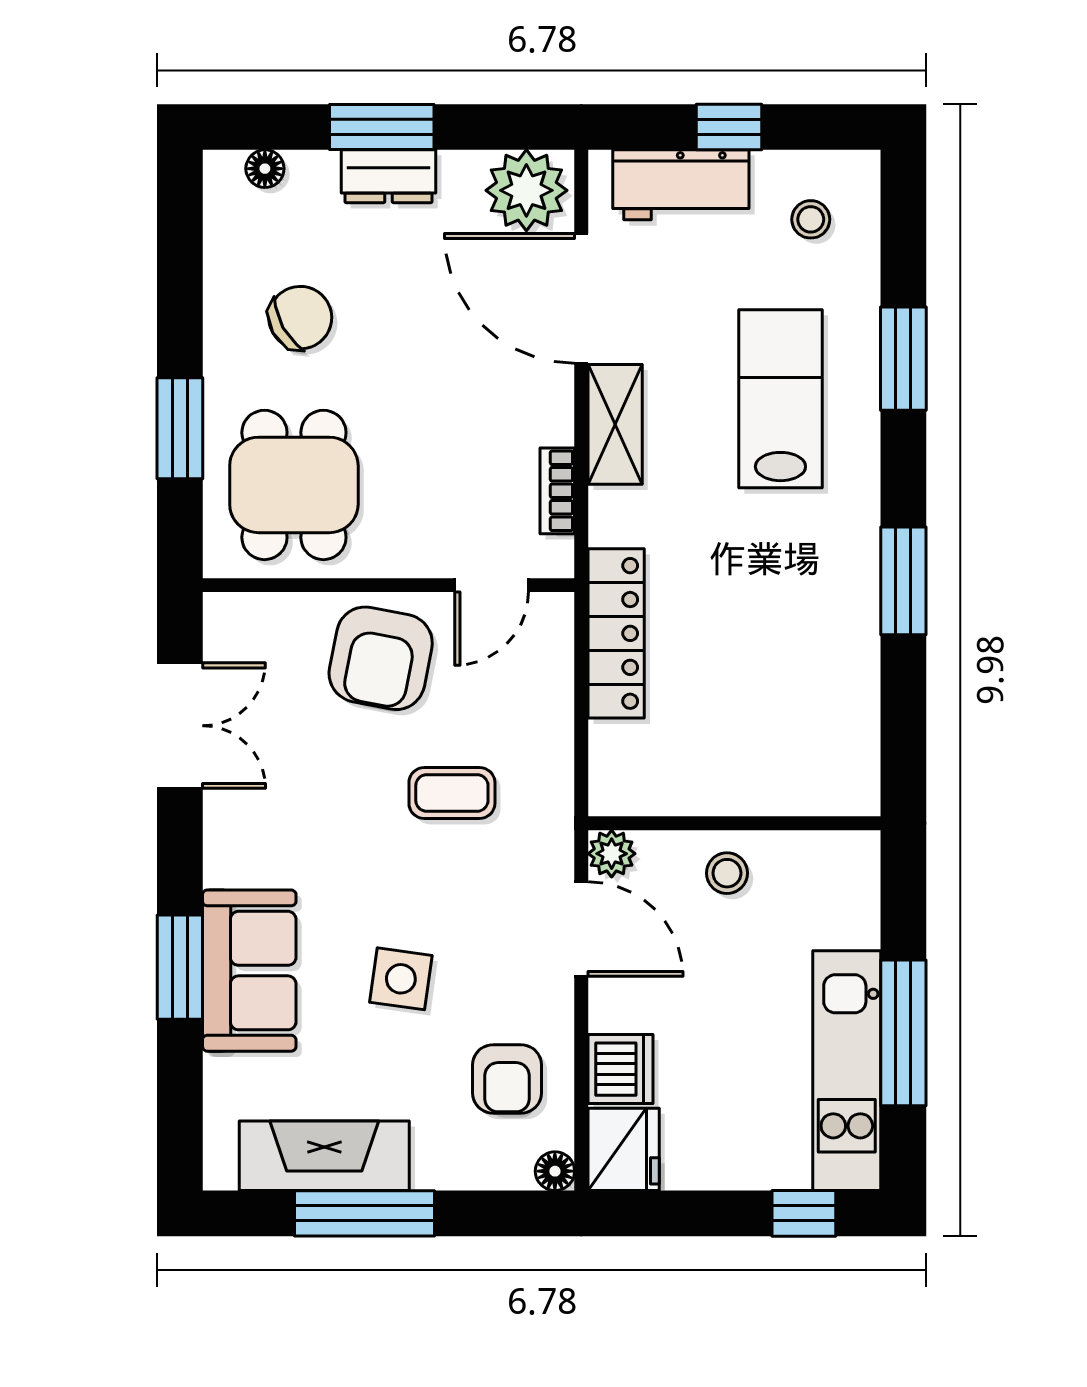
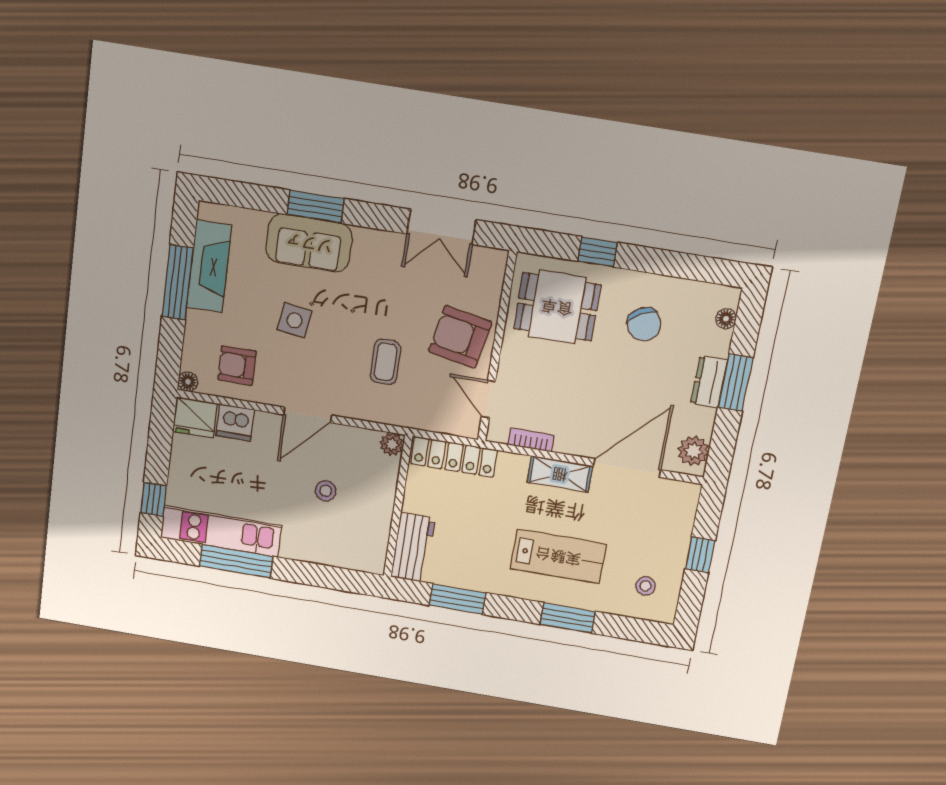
workbench: (681, 185) -> (413, 548), moved, turned 180
plant: (526, 190) -> (693, 451), width x0.73, depth x0.73
window: (180, 428) -> (598, 252), width x0.67
wall: (734, 823) -> (398, 507), moved
plant: (612, 854) -> (392, 444), moved

